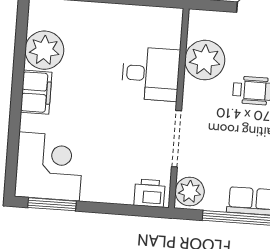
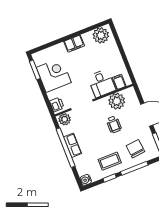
filing cabinet: (166, 35) -> (119, 82), added
plant: (44, 50) -> (101, 35), moved
corner desk: (49, 166) -> (54, 75), moved, turned -90

